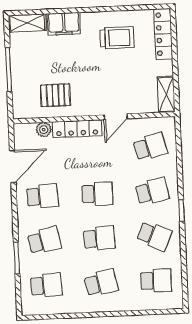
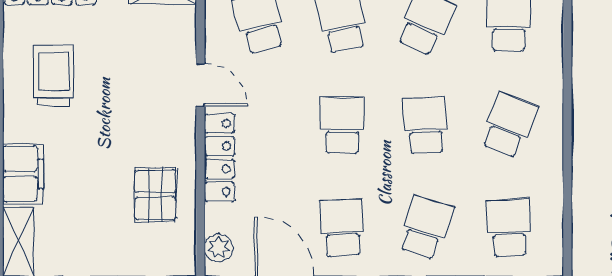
plant: (44, 130) -> (218, 248), moved
school desk: (44, 241) -> (425, 227), turned 30
school desk: (101, 283) -> (509, 125), turned 33

